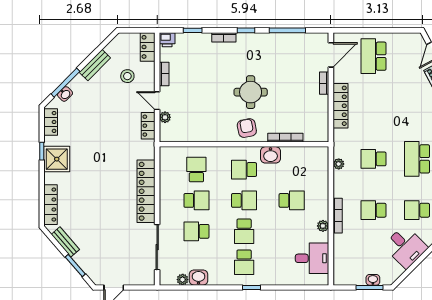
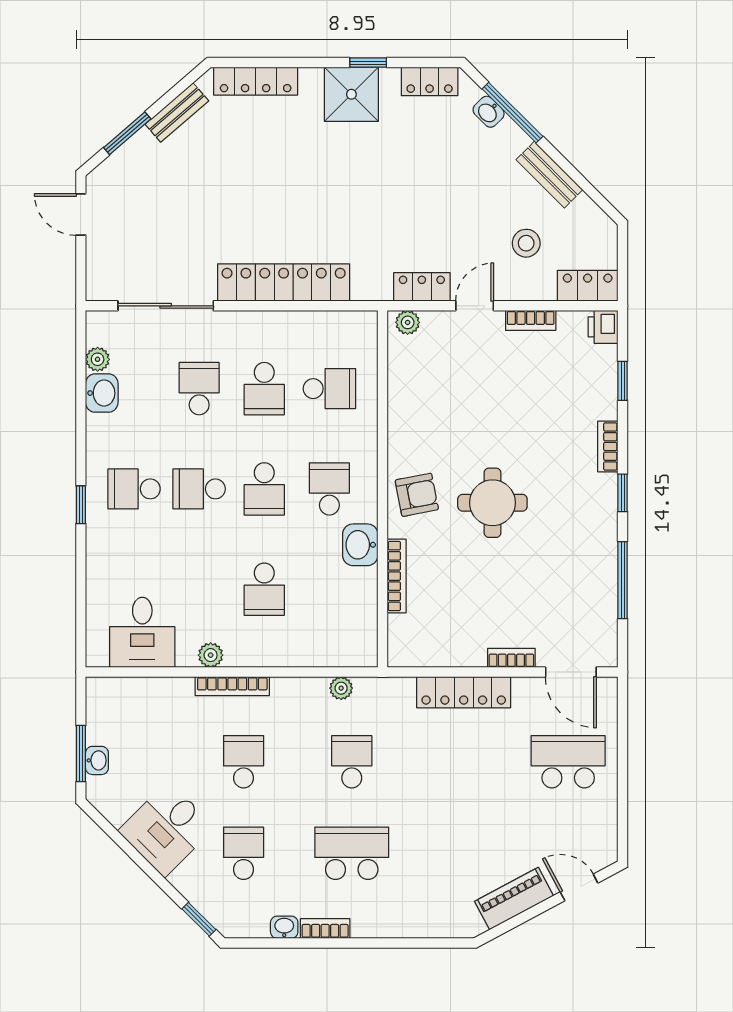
plant: (165, 117) -> (408, 322), moved

